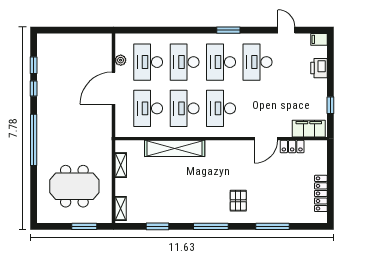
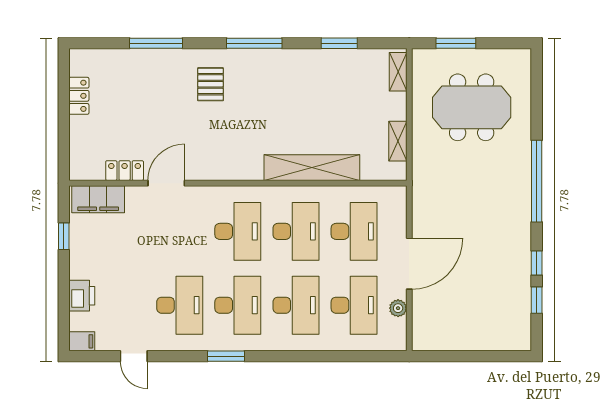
locker: (321, 193) -> (79, 96), width x0.66

